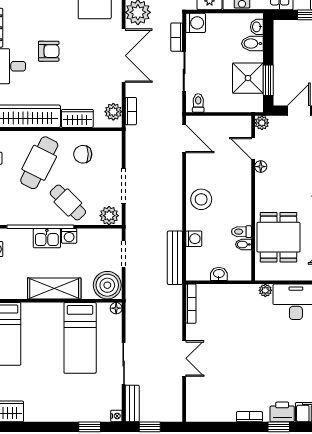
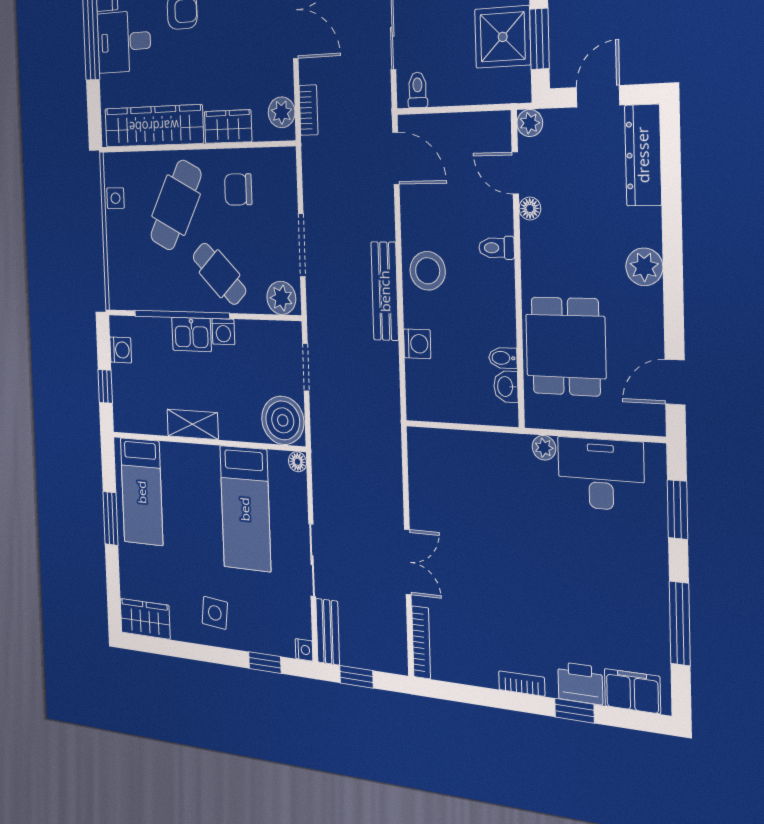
toilet: (241, 232) -> (496, 248), moved
bench: (175, 258) -> (385, 291), moved
washbasin: (219, 274) -> (506, 387), moved, turned -90
shelving: (54, 288) -> (193, 424), width x0.67, depth x0.75
bookcase: (191, 304) -> (421, 642), moved
side table: (56, 402) -> (215, 613), added

